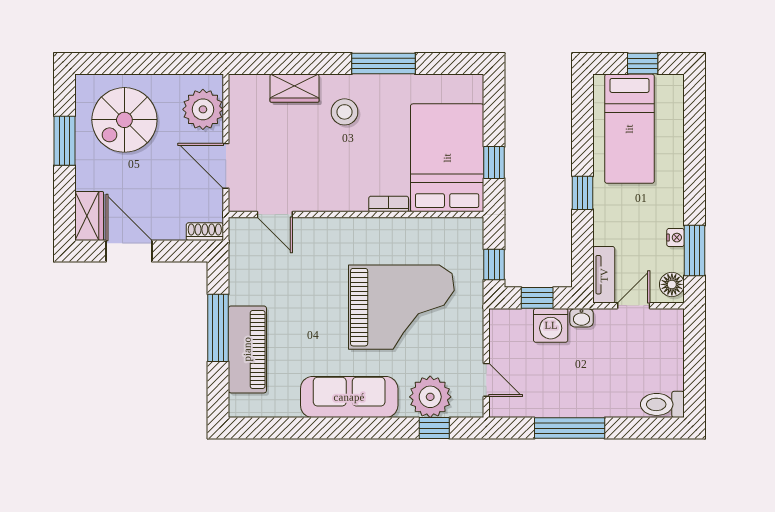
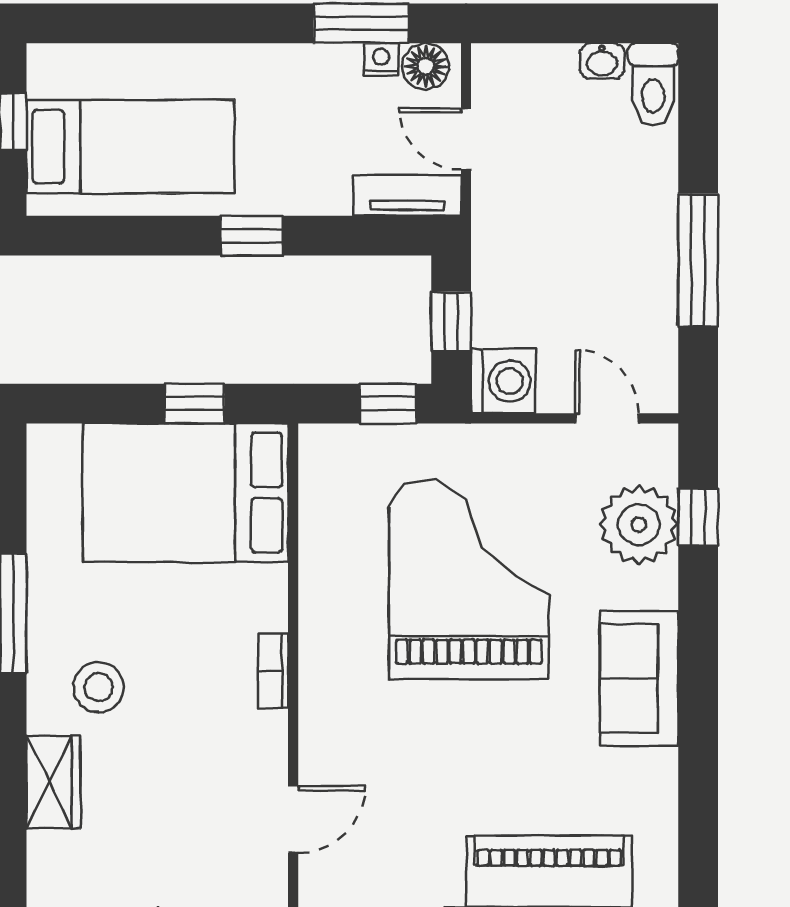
bookcase: (389, 204) -> (273, 671), moved
nightstand: (675, 238) -> (381, 59), moved
washbasin: (581, 318) -> (602, 61), moved, turned 90
washing machine: (551, 325) -> (503, 381), moved
door: (486, 380) -> (607, 418), hinge flipped
sofa: (349, 397) -> (639, 678), width x0.73

